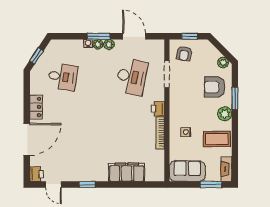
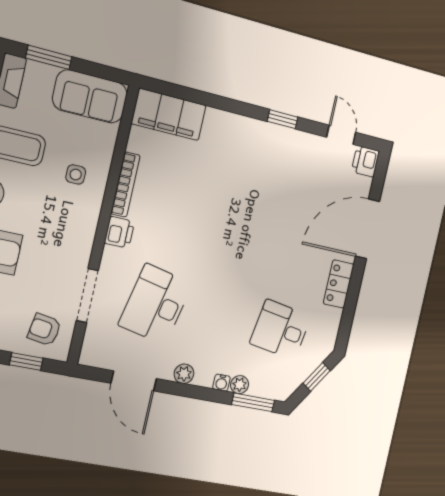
window: (99, 36) -> (253, 402), moved
plant: (98, 44) -> (240, 385), moved
armchair: (184, 53) -> (44, 330), turned -91
filing cabinet: (127, 172) -> (169, 114), moved

